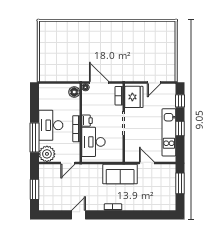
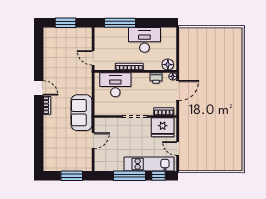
printer: (87, 121) -> (156, 78), moved
desk: (51, 125) -> (144, 40), moved
window: (180, 128) -> (129, 176), width x2.17
kitchen unit: (169, 132) -> (149, 164), moved
plant: (47, 154) -> (103, 36), removed
door: (78, 215) -> (39, 88), moved

